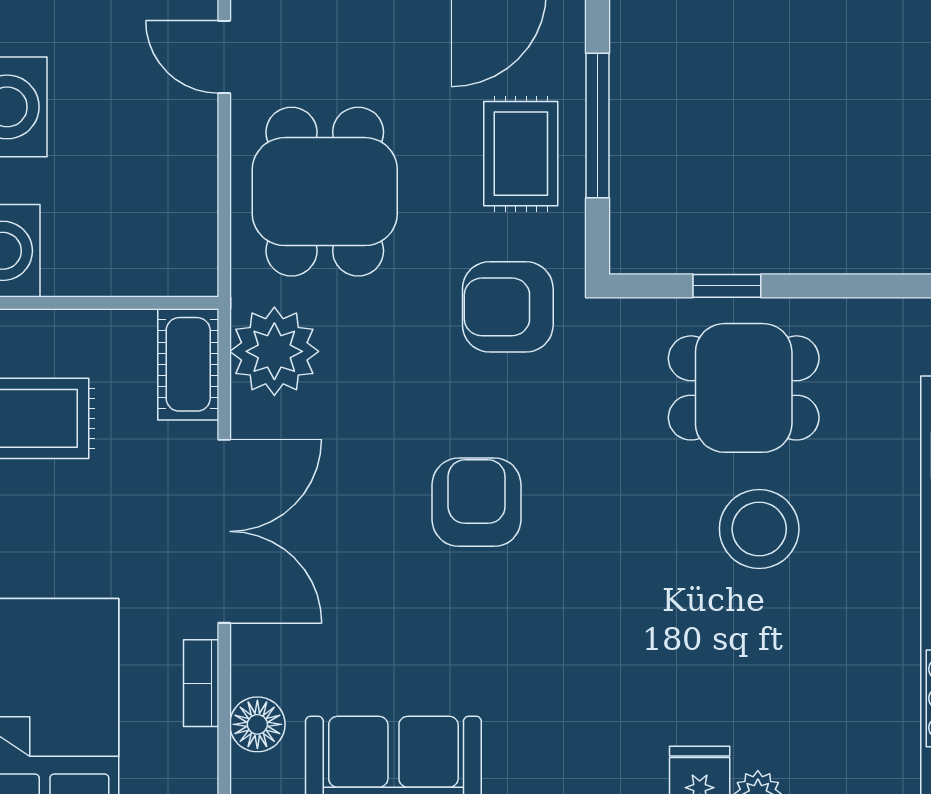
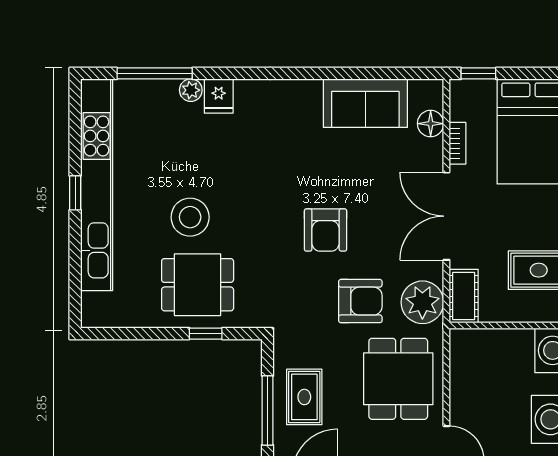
armchair: (508, 307) -> (360, 301), moved

